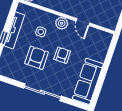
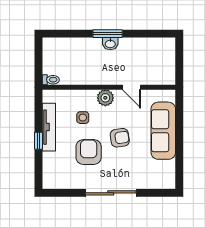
armchair: (62, 55) -> (120, 138), turned 81
sofa: (88, 81) -> (163, 131), moved

